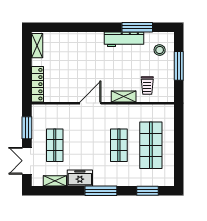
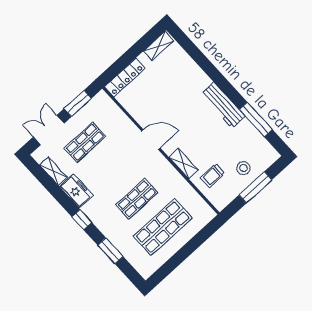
workbench: (124, 39) -> (223, 105), moved
stool: (160, 50) -> (243, 168), moved
window: (101, 191) -> (82, 220), width x0.46
window: (148, 191) -> (110, 251), moved

